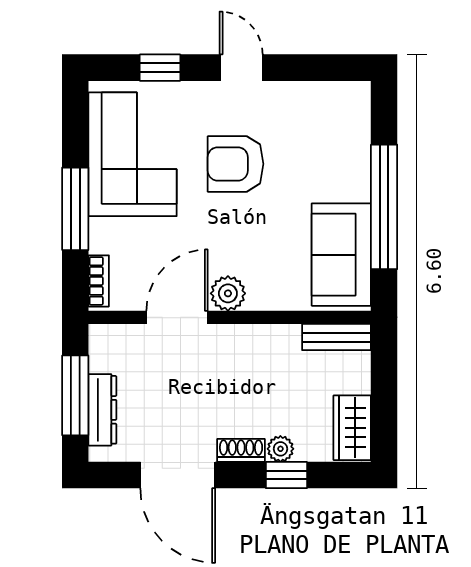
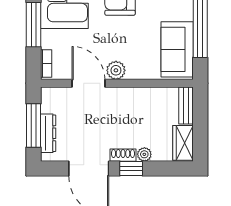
door: (177, 317) -> (88, 83), hinge flipped
bench: (337, 337) -> (186, 105), moved, turned 90
window: (286, 475) -> (131, 168), moved

